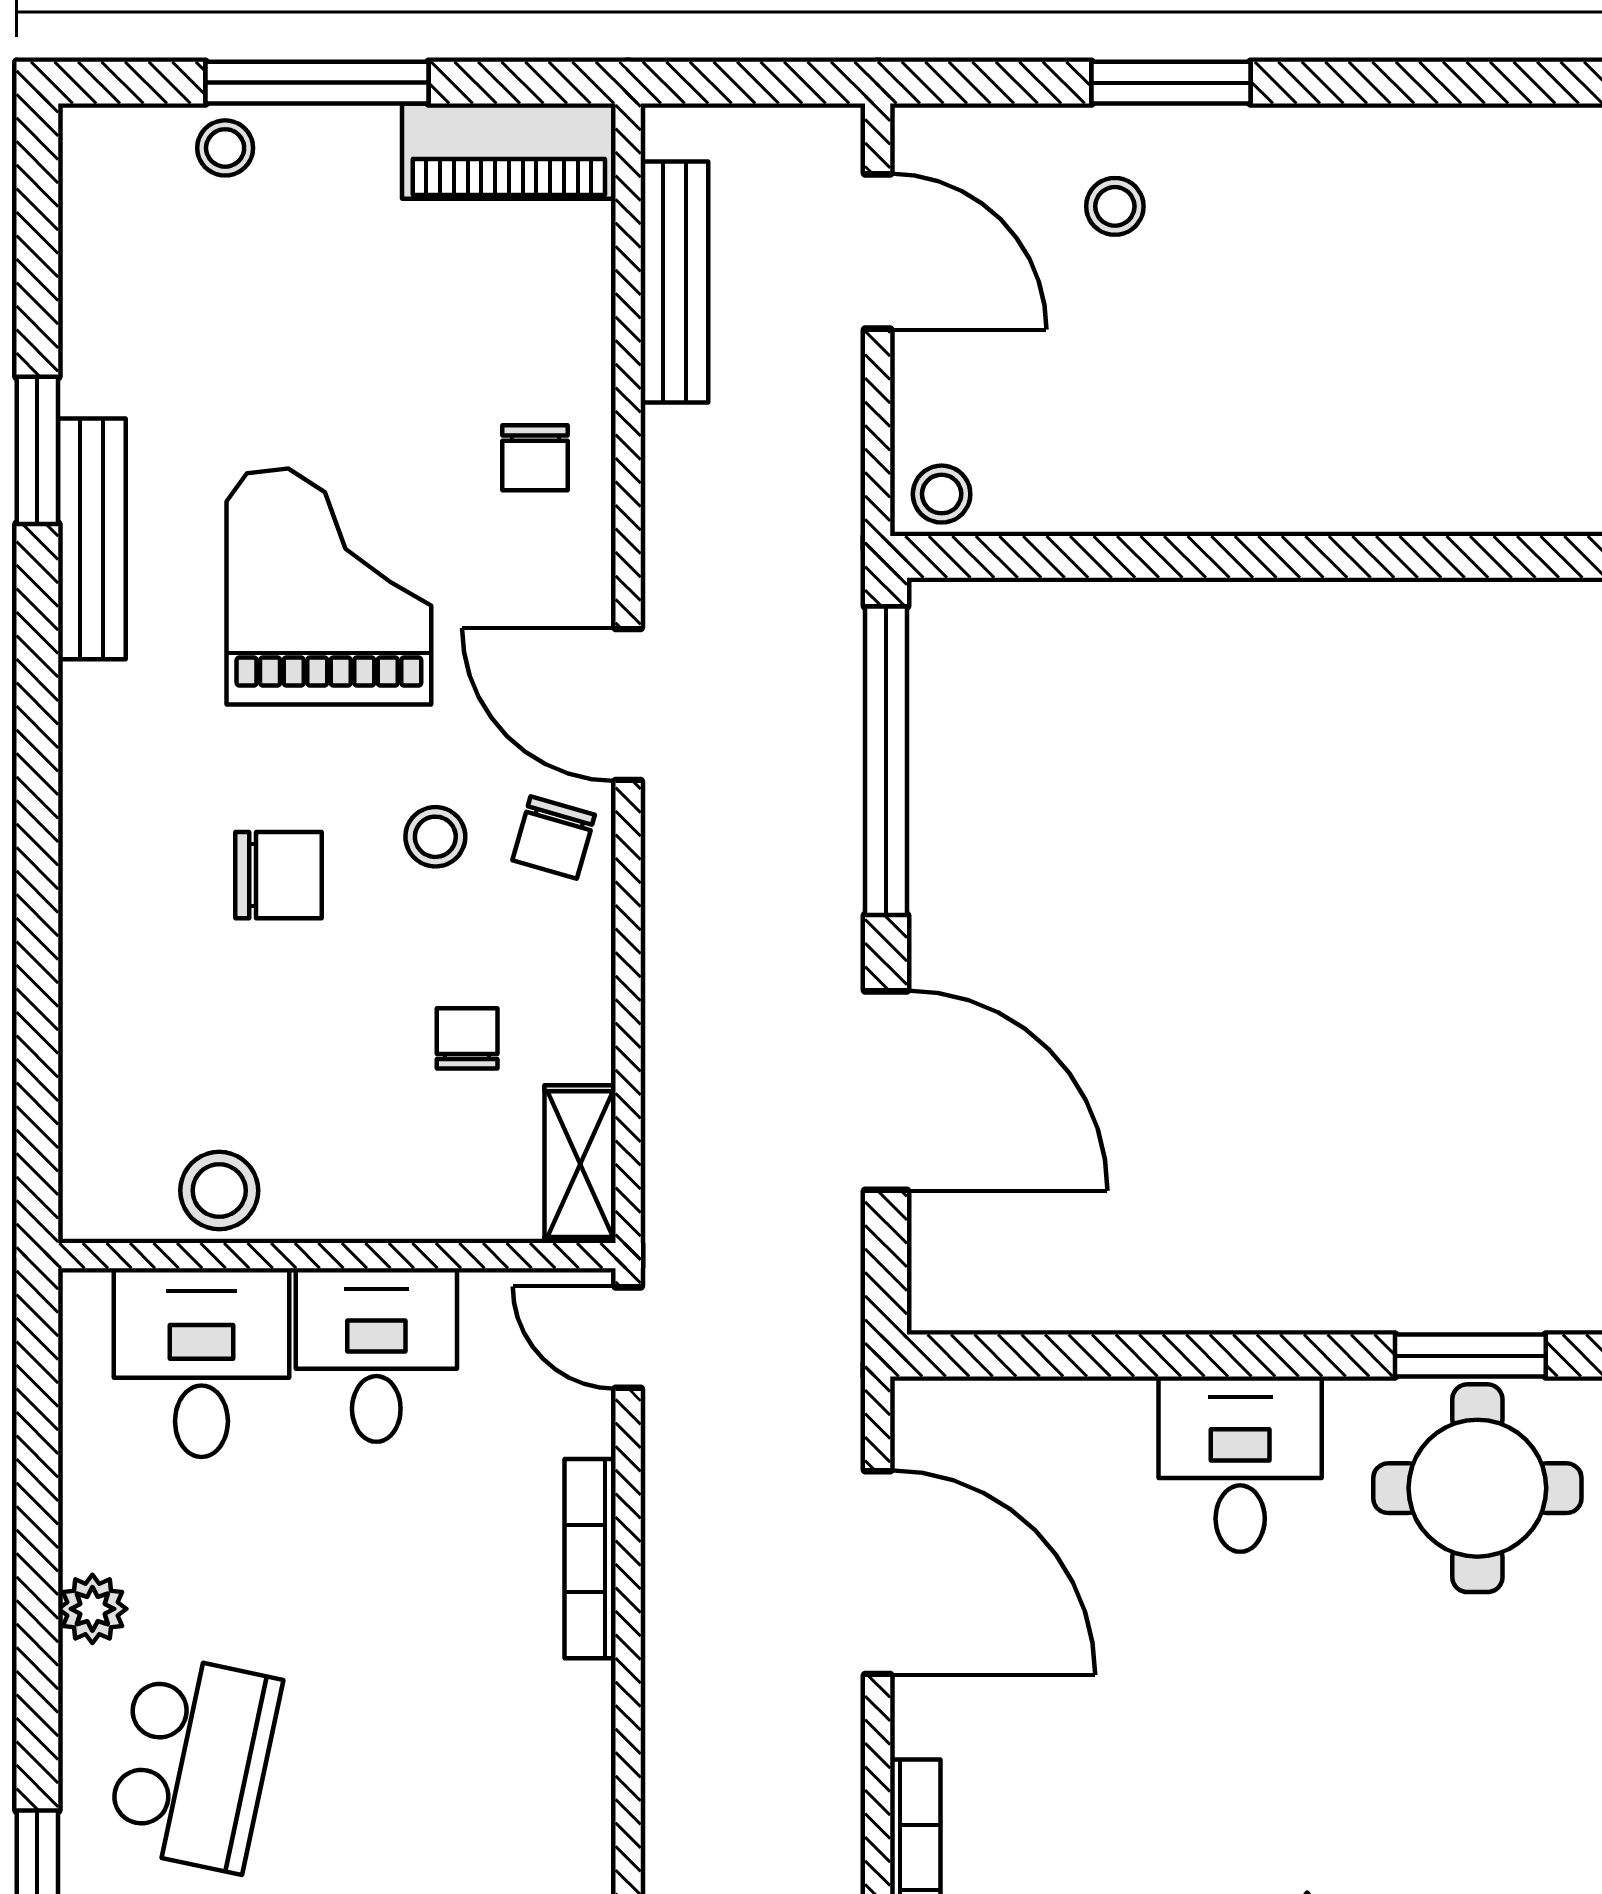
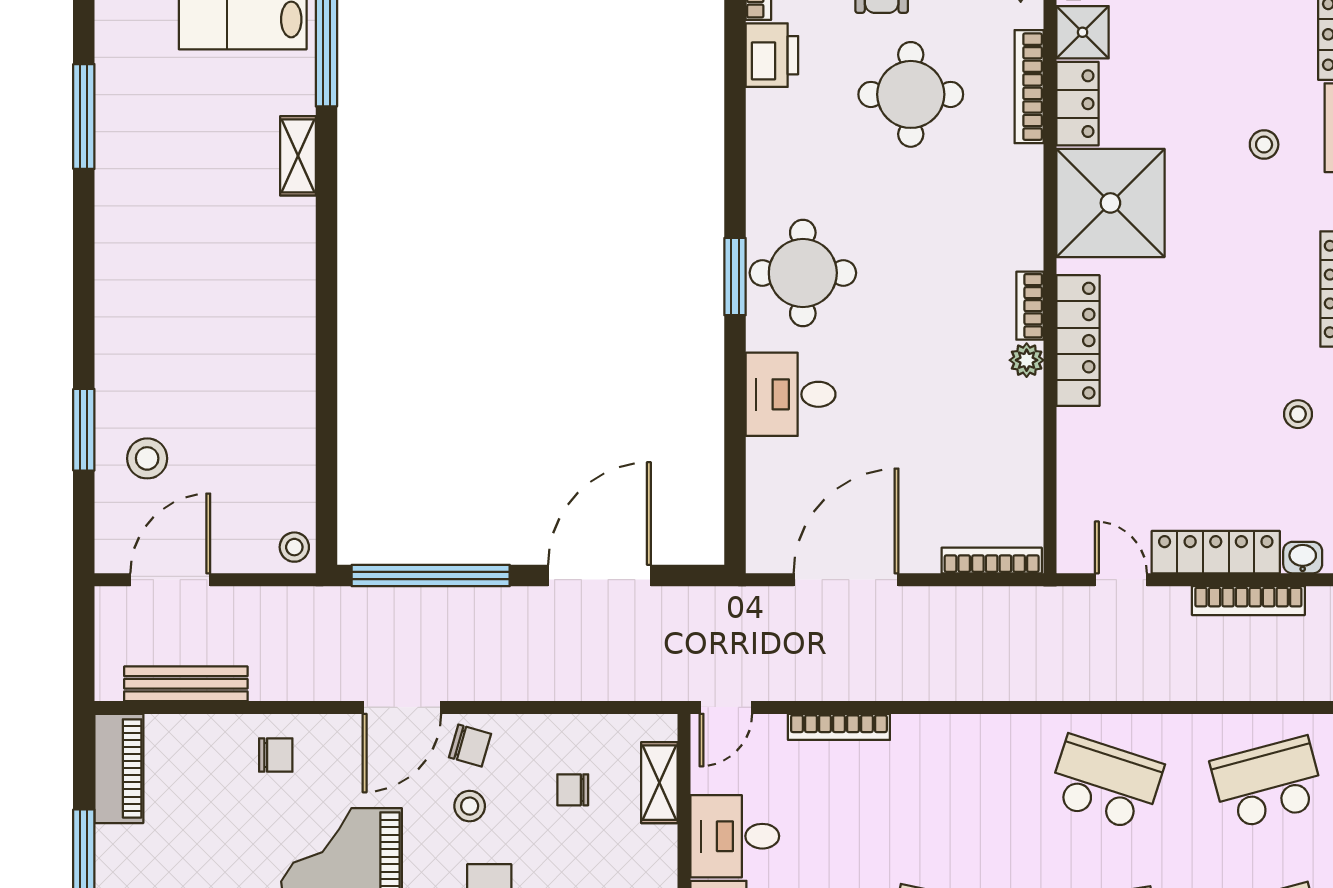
stool: (1115, 206) -> (147, 458), width x1.37, depth x1.37
shelving: (580, 1164) -> (659, 783), moved, turned 90

